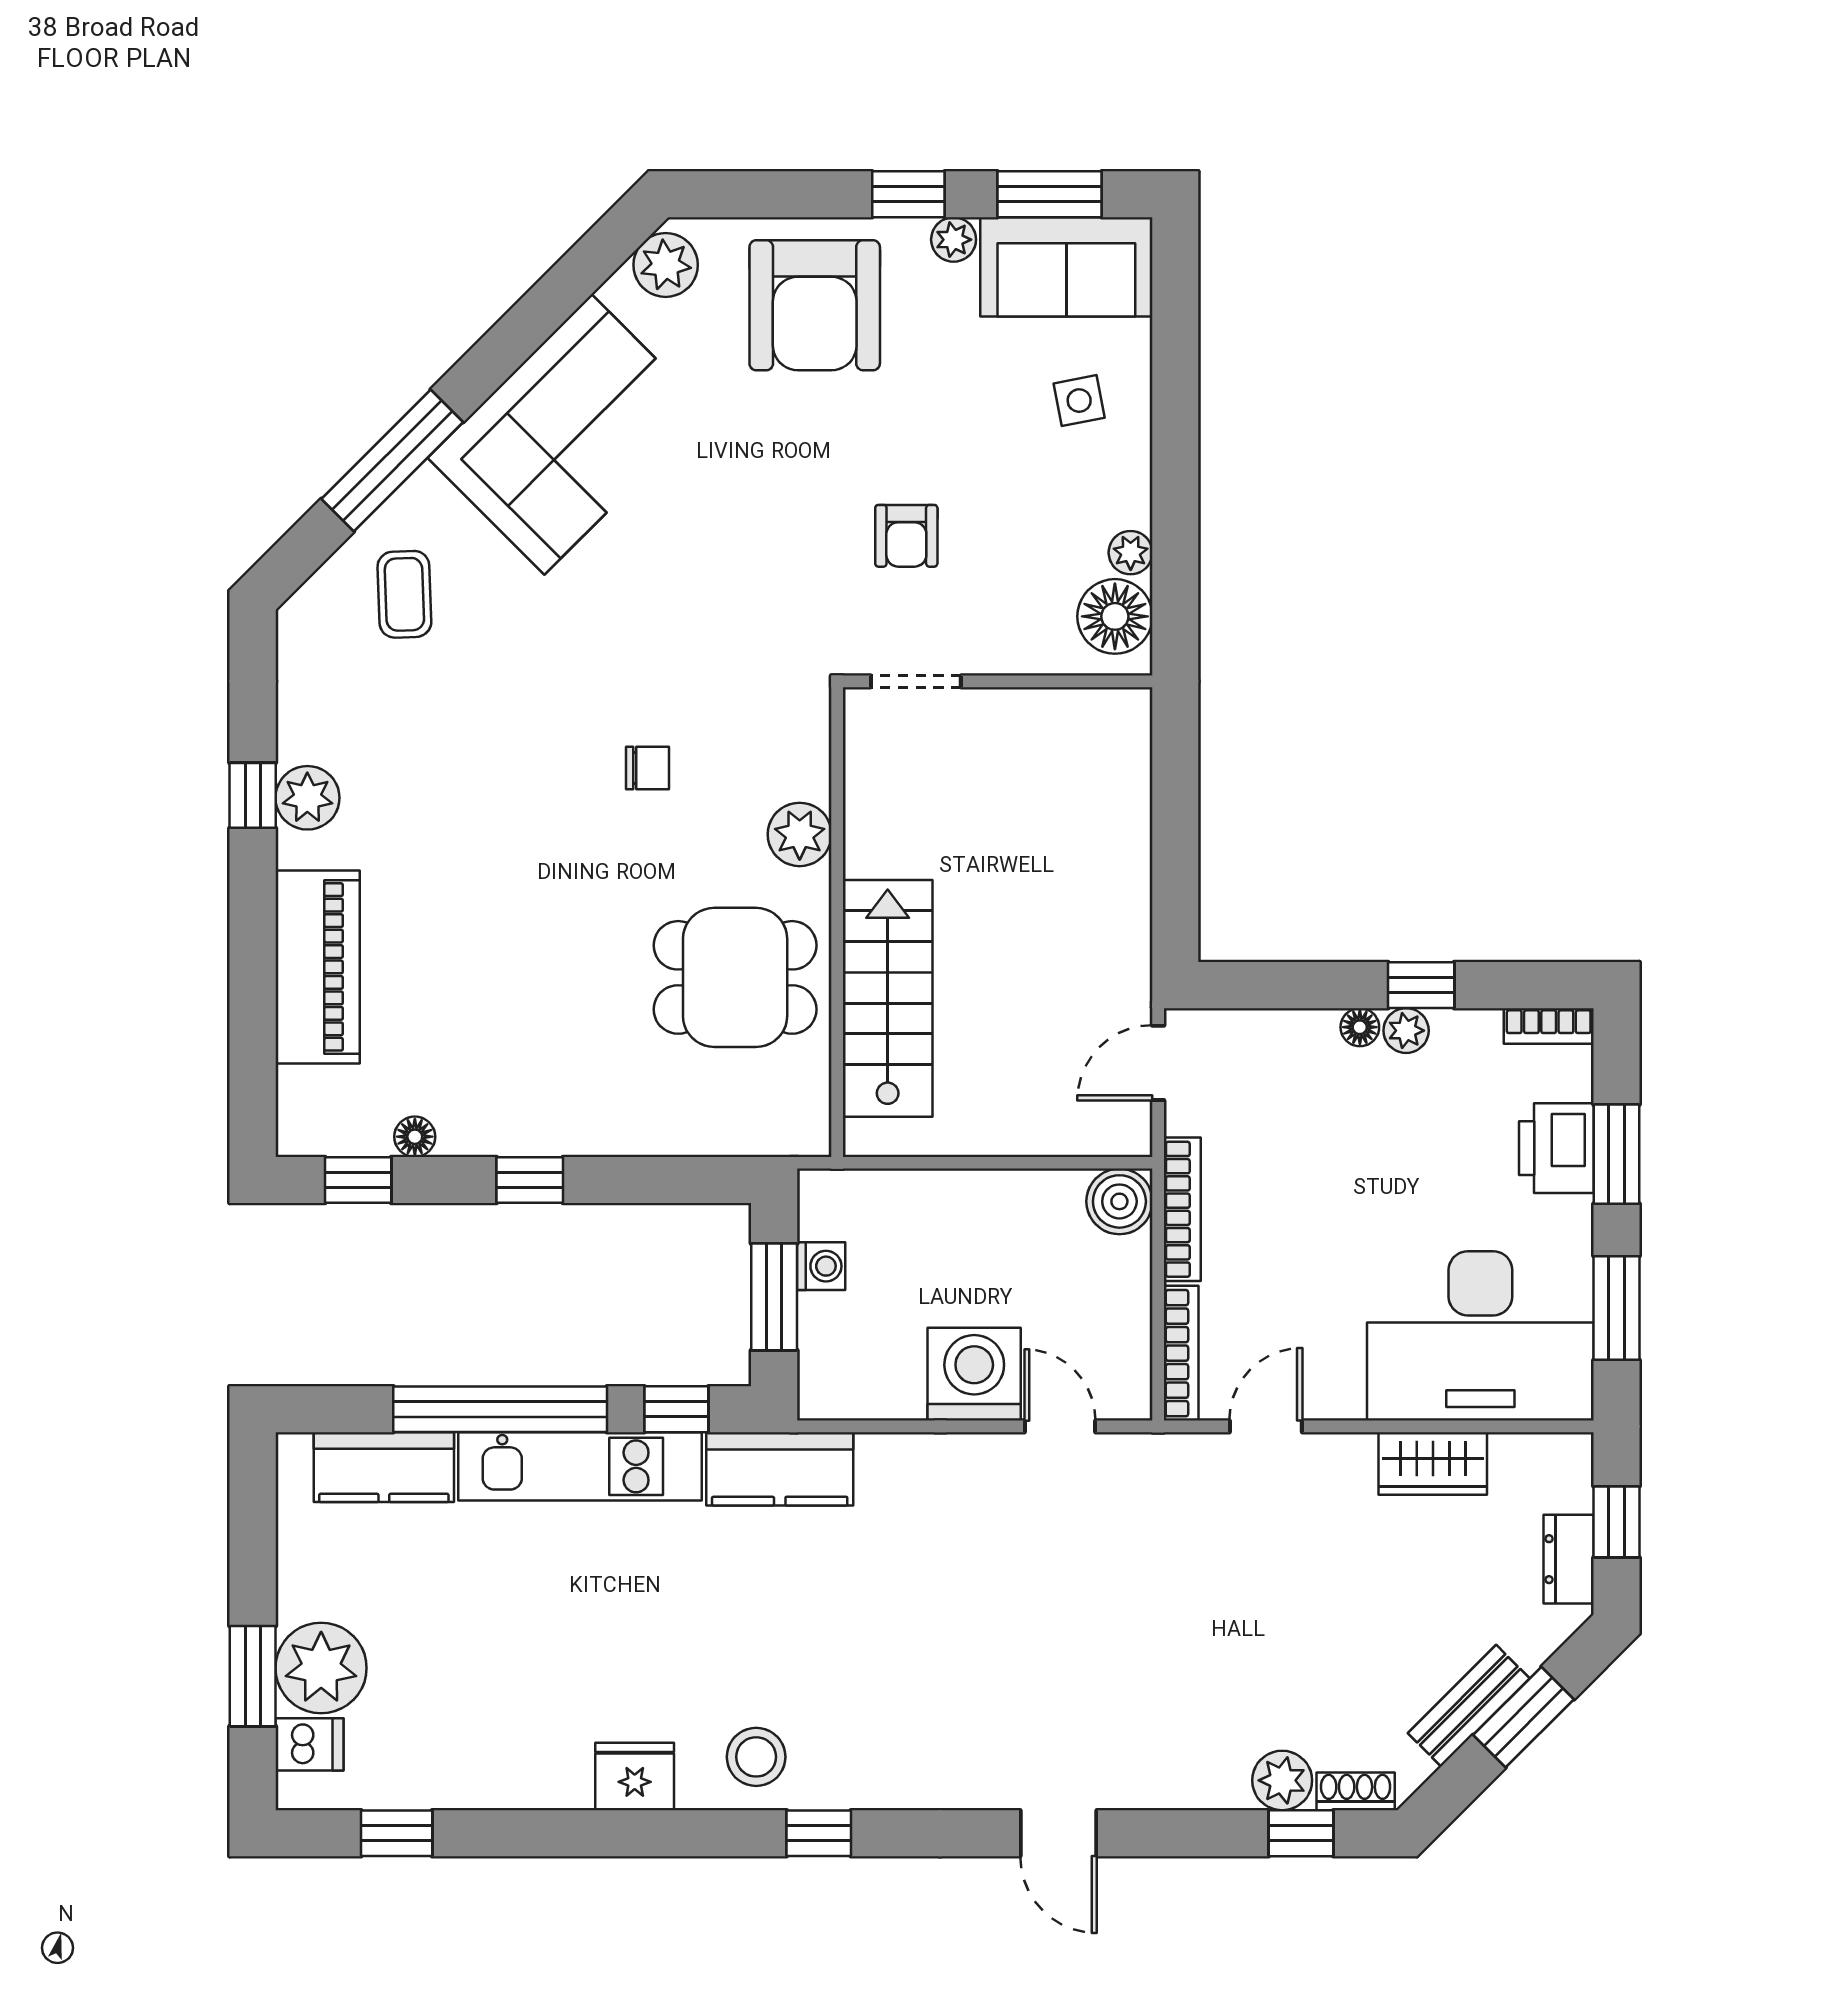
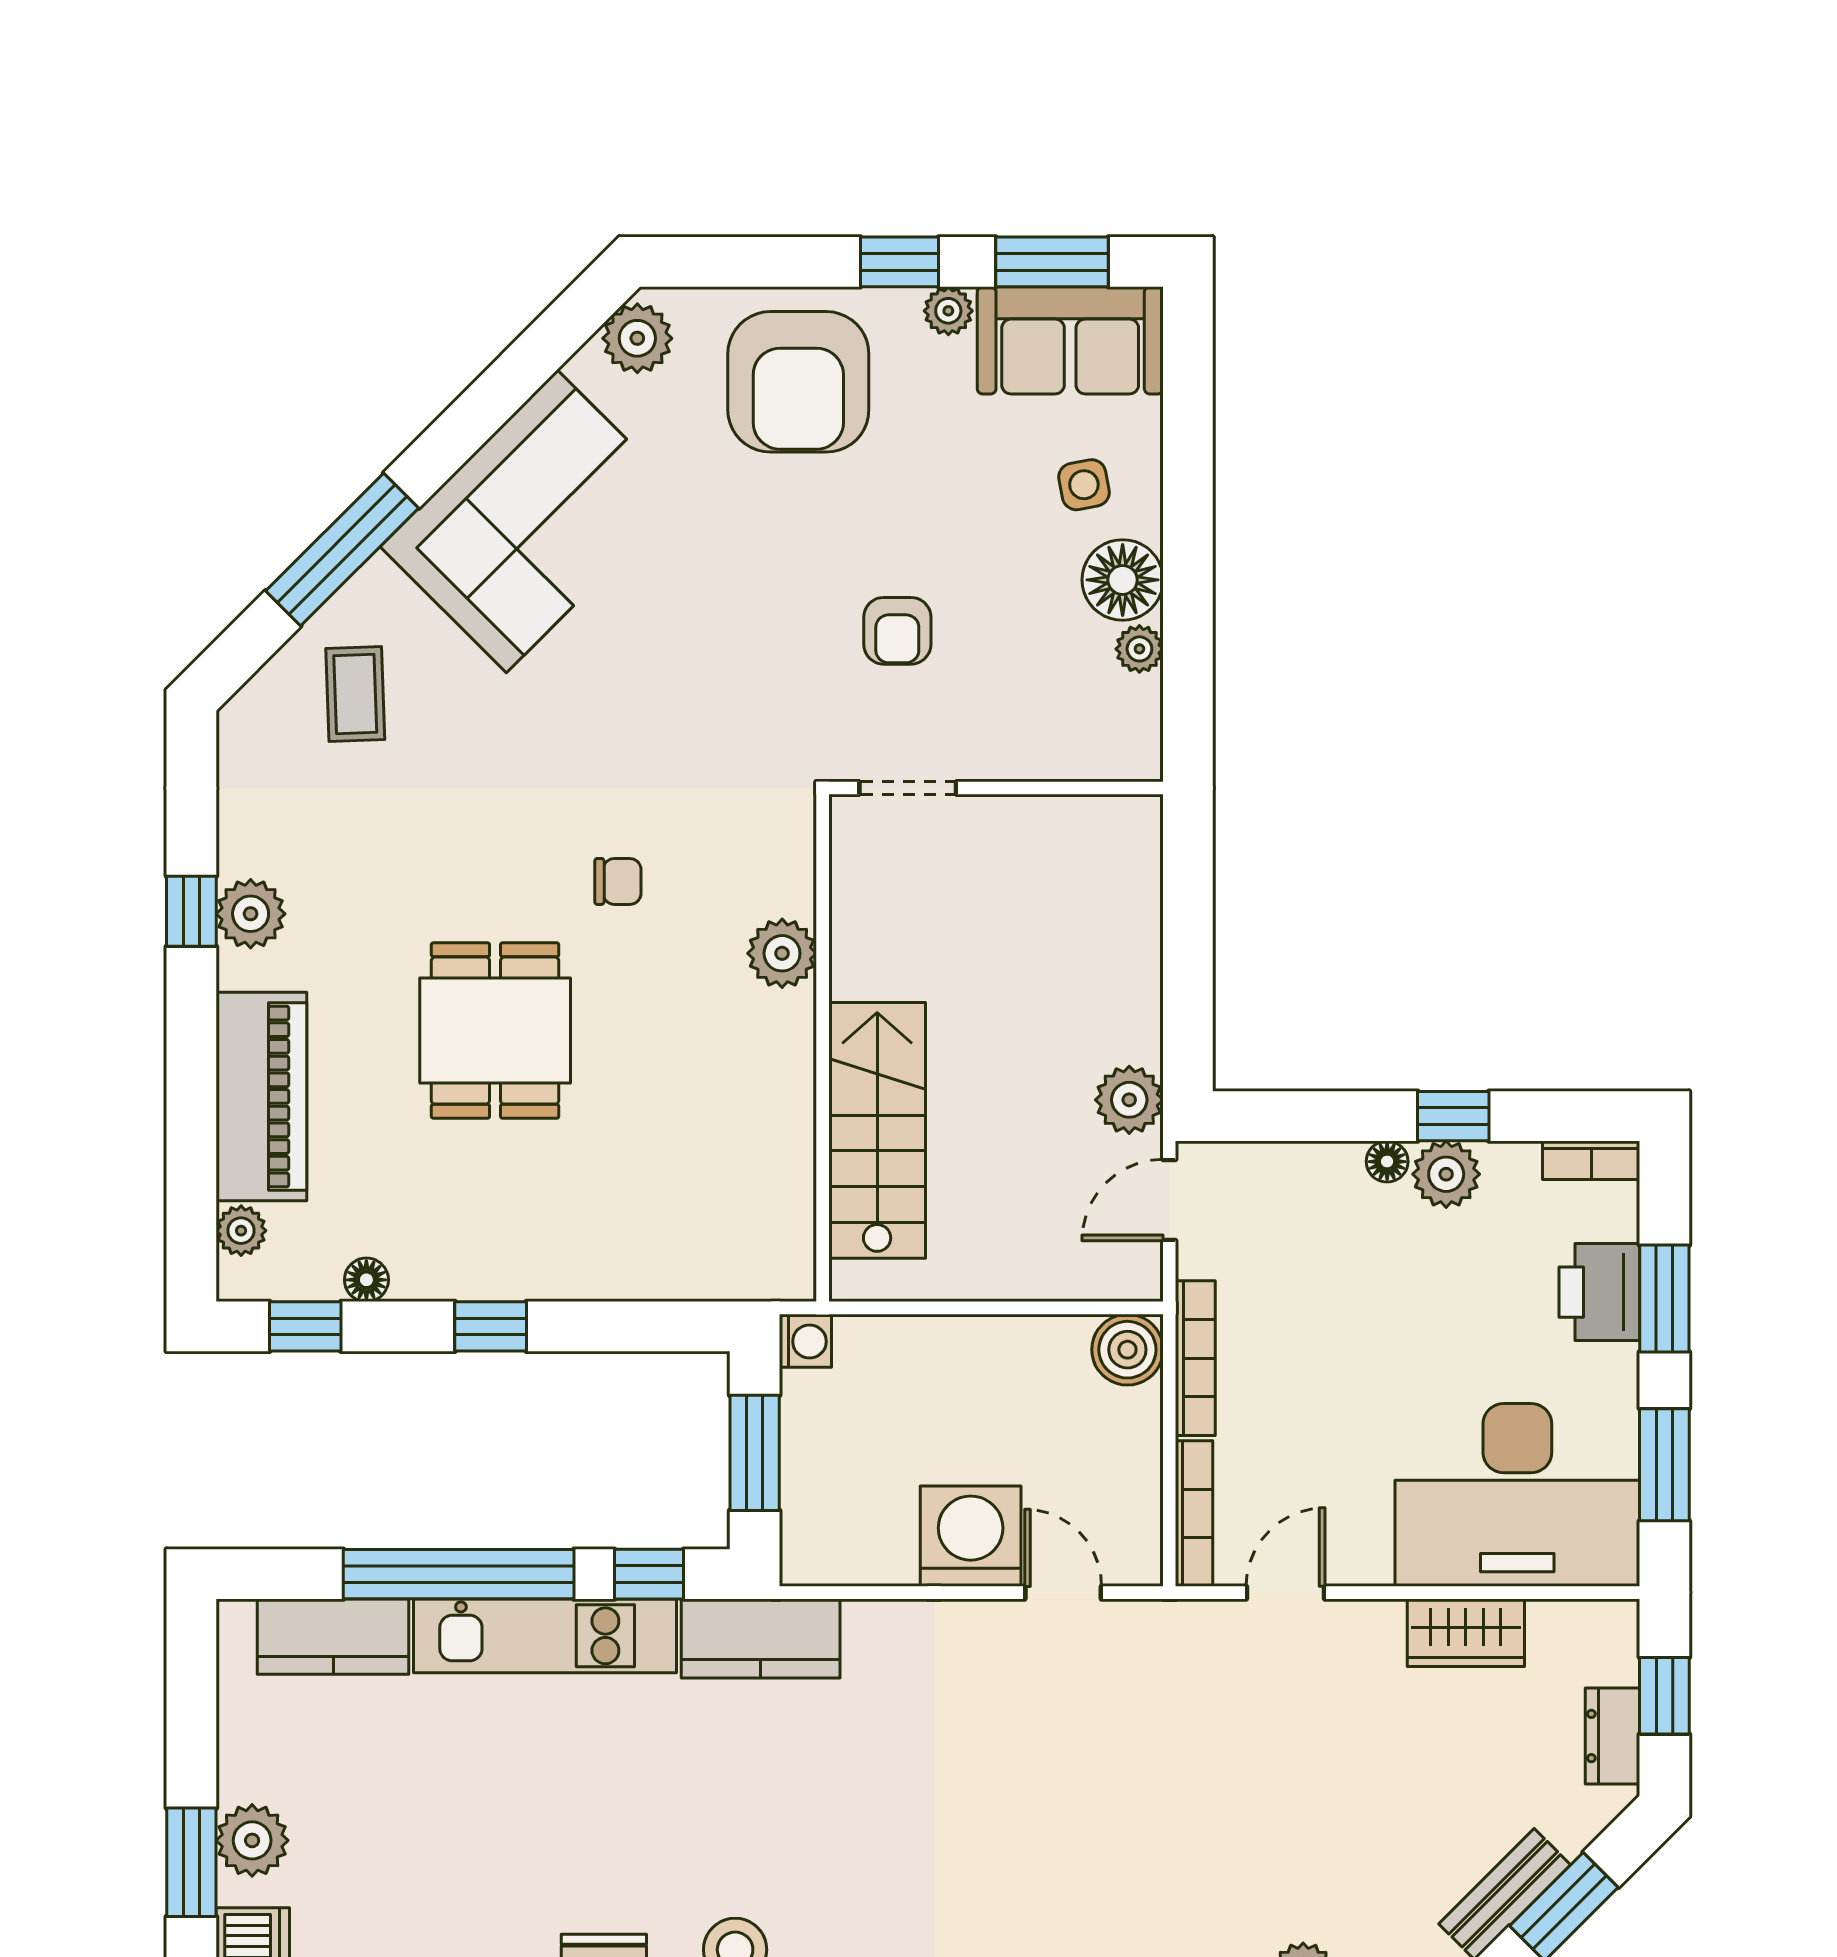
floor lamp: (1115, 616) -> (1123, 580), moved
plant: (1121, 970) -> (1129, 1100), added
dining table: (735, 977) -> (495, 1031), moved, turned 90
plant: (1406, 1031) -> (1446, 1174), width x1.38, depth x1.38
plant: (299, 1091) -> (241, 1231), added
washing machine: (821, 1266) -> (805, 1341), moved
plant: (321, 1668) -> (252, 1840), width x0.73, depth x0.73

